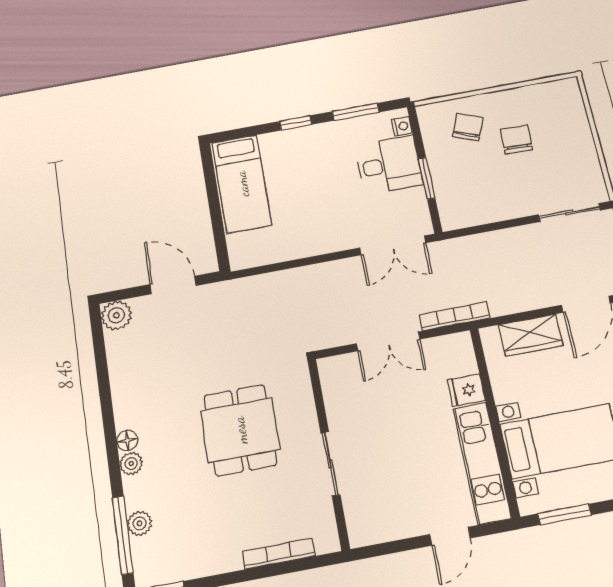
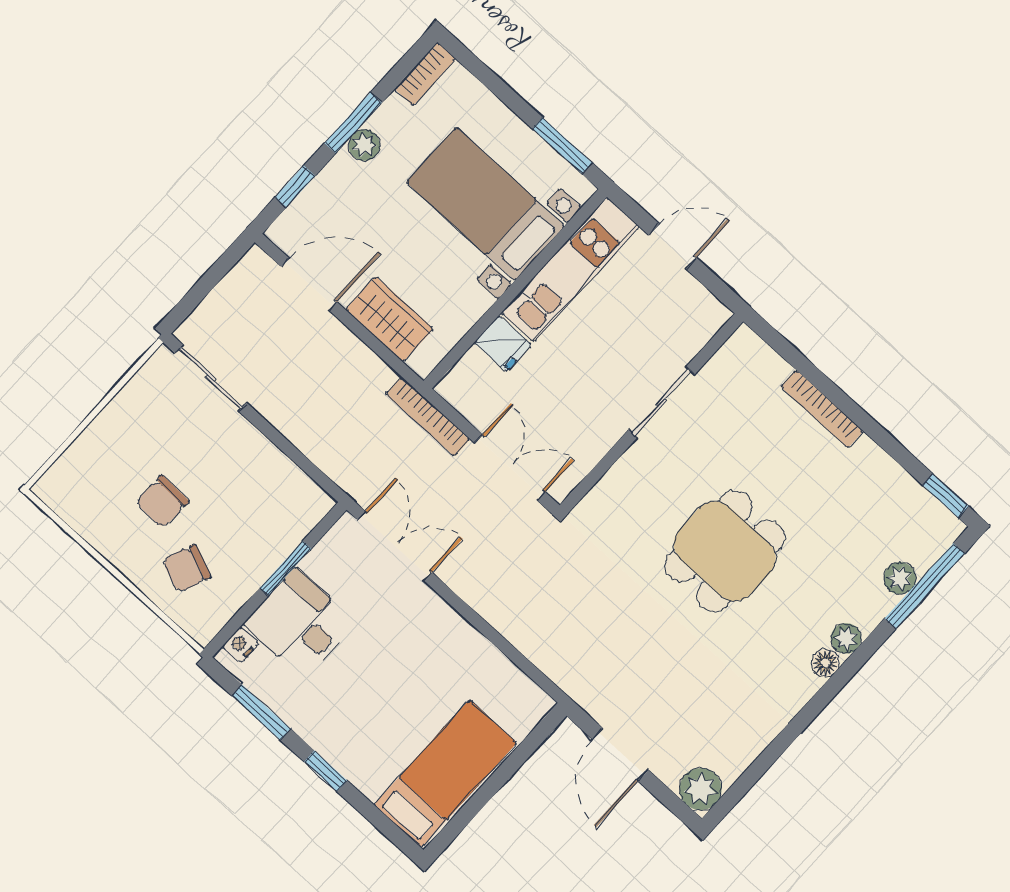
wall: (328, 453) -> (651, 413), moved
sliding door: (330, 464) -> (662, 402), moved

